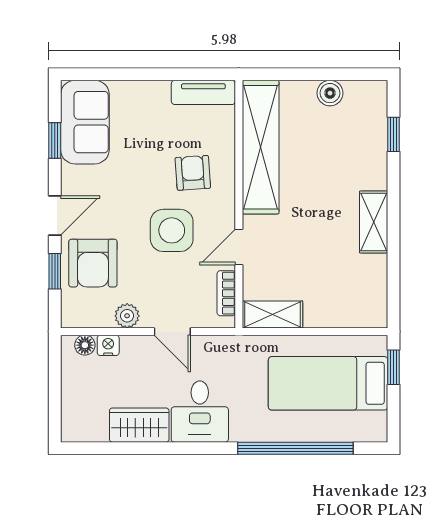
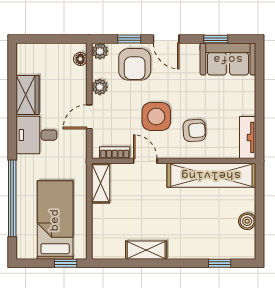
shelving: (374, 222) -> (146, 250), moved
armchair: (93, 263) -> (135, 64), turned -90
plant: (73, 316) -> (100, 51), added
nightstand: (108, 345) -> (80, 74), removed

